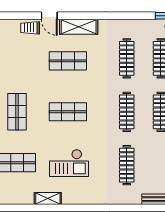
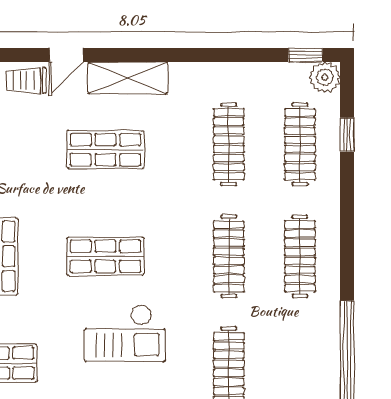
door: (49, 16) -> (66, 55), hinge flipped
checkout: (69, 163) -> (125, 333), moved

